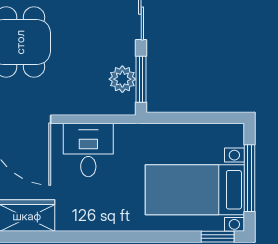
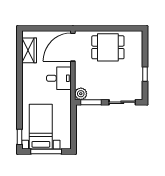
plant: (122, 79) -> (81, 94), moved

